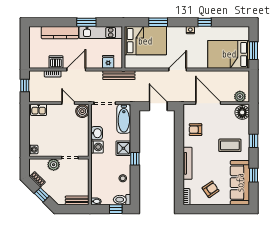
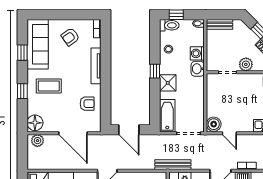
washbasin: (97, 133) -> (198, 69), moved
washing machine: (97, 147) -> (197, 53), moved

